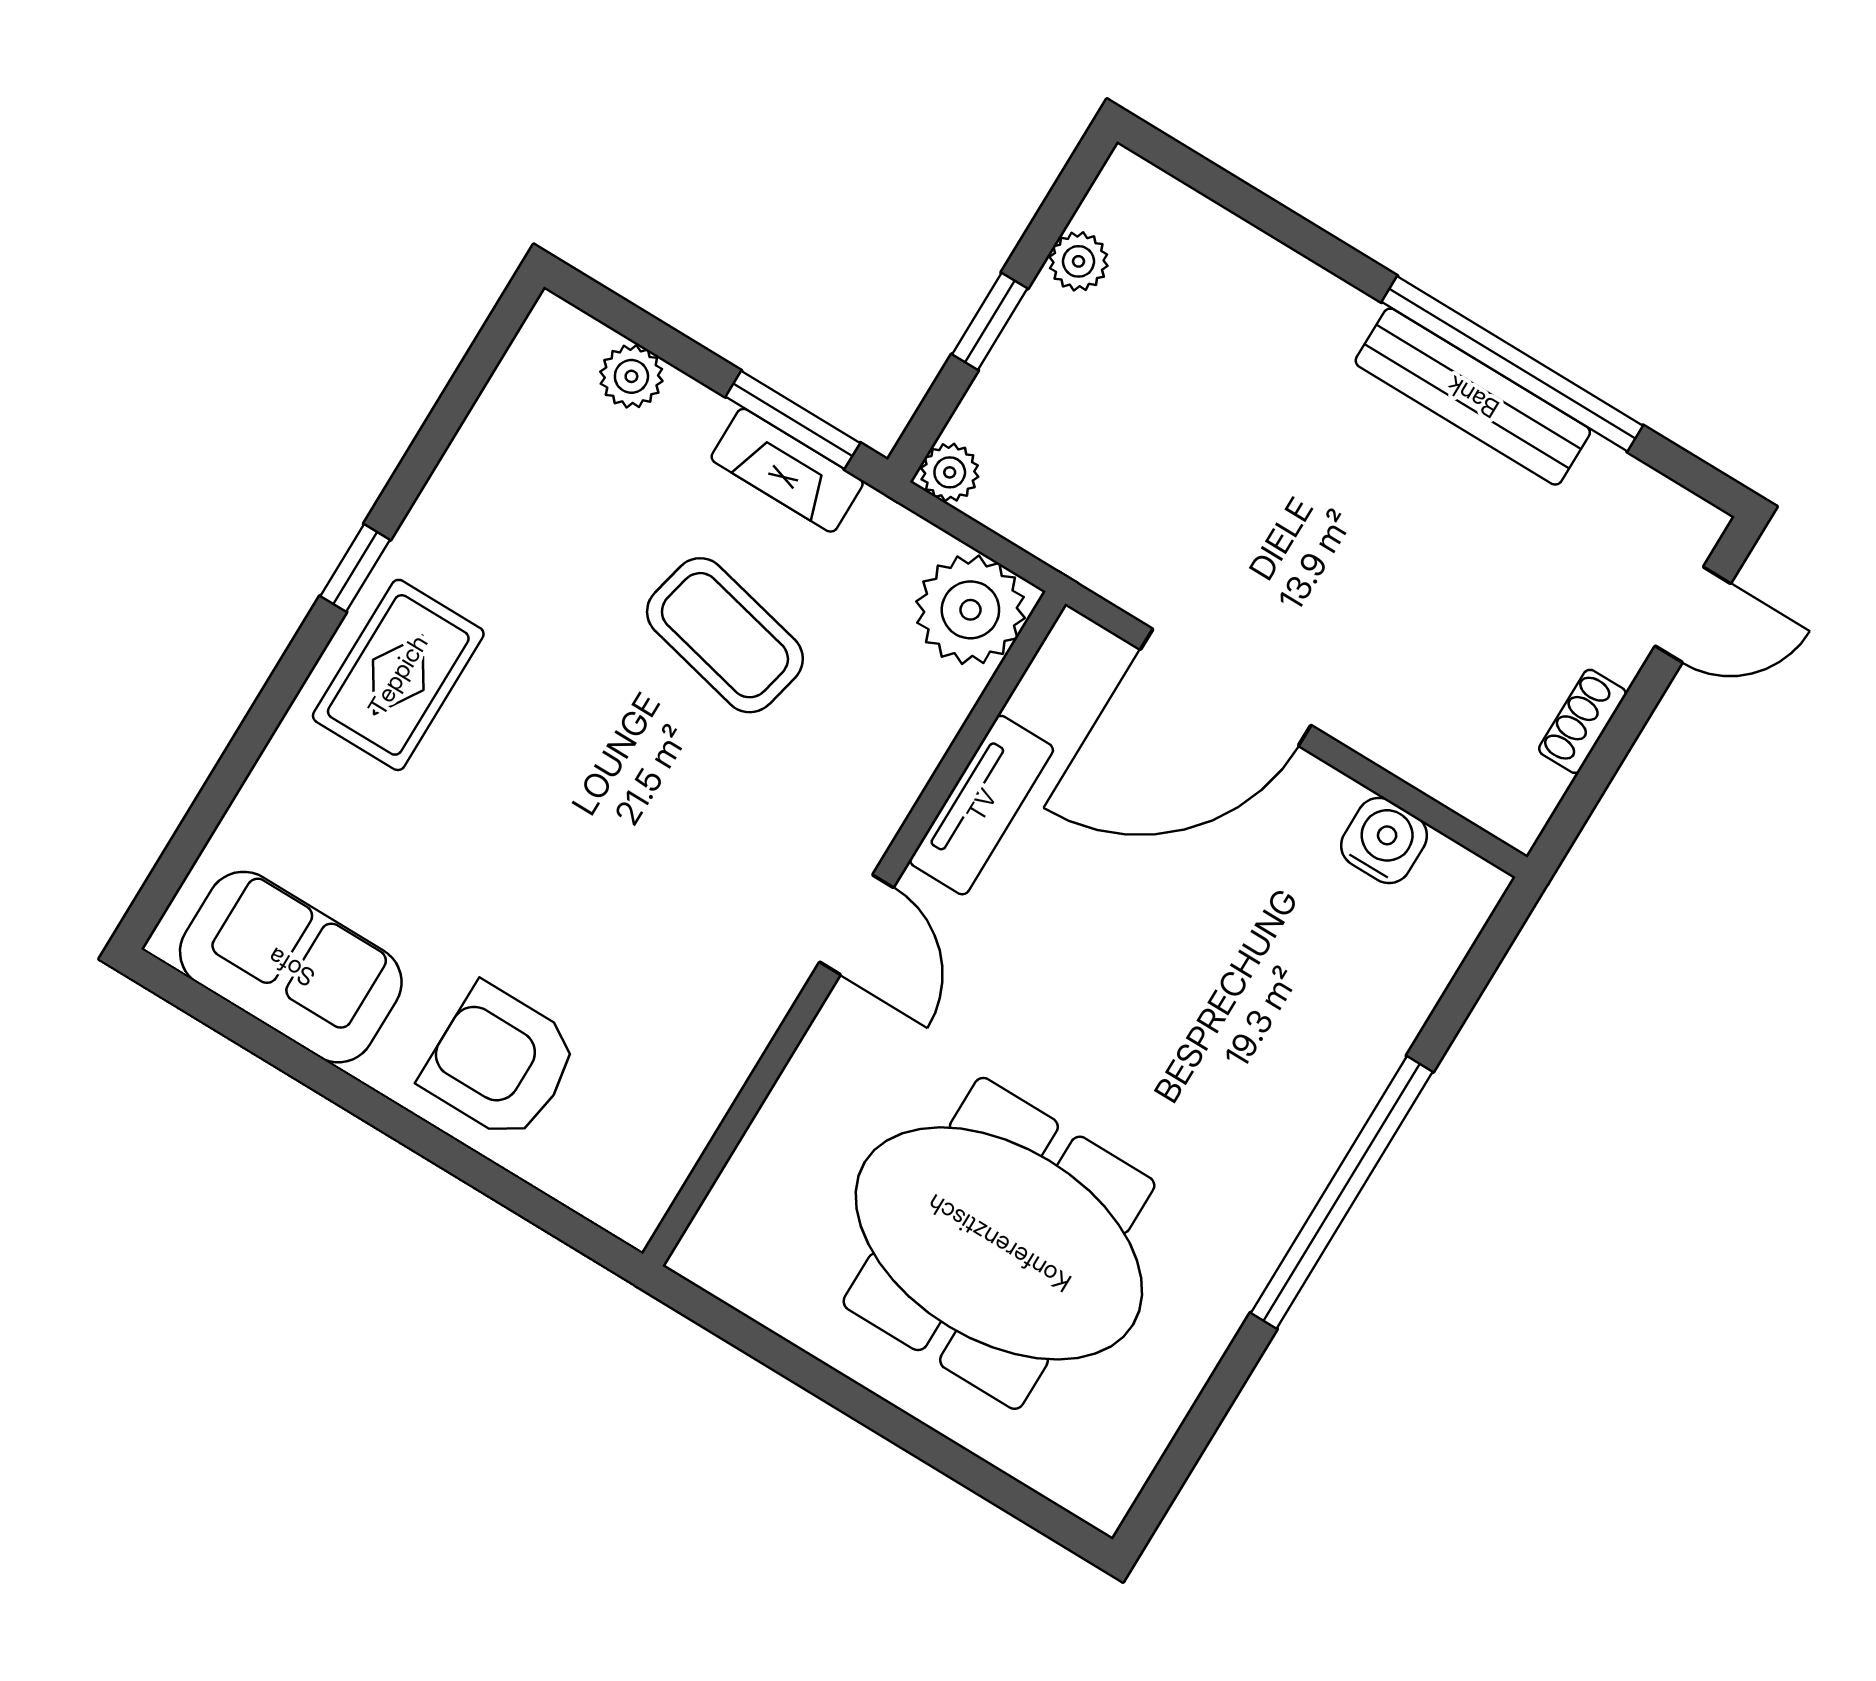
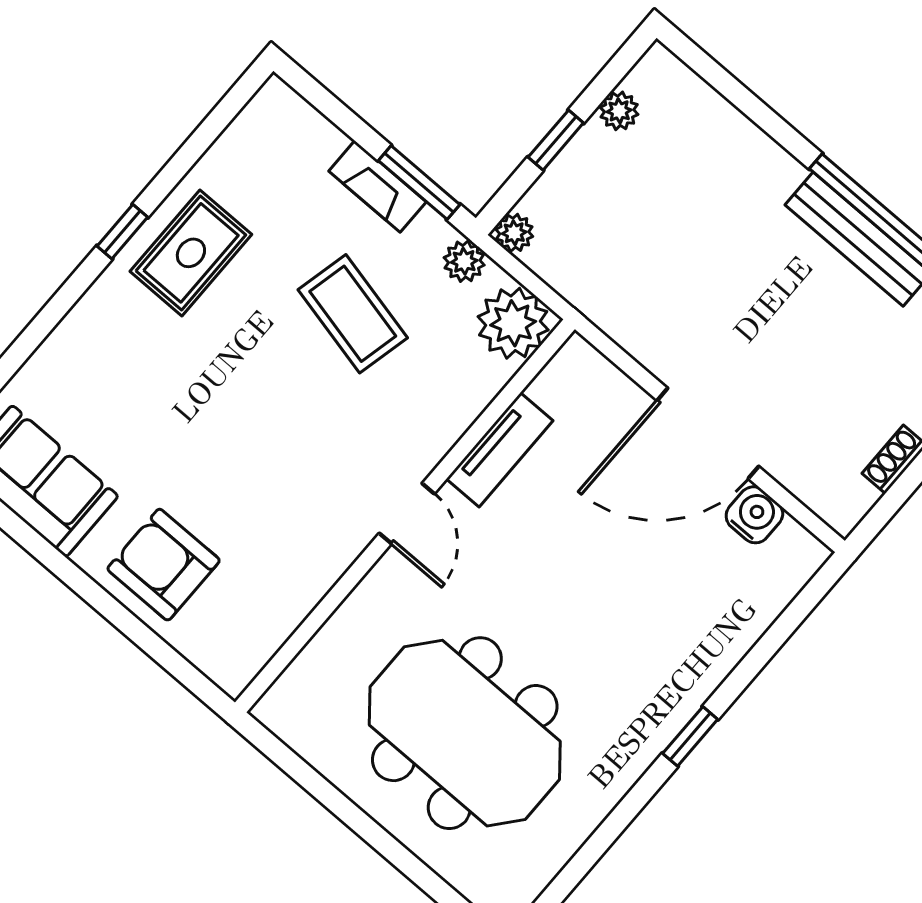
plant: (631, 376) -> (464, 261), moved
fireplace: (787, 470) -> (377, 186), moved
rug: (398, 675) -> (191, 253), moved
door: (1226, 687) -> (708, 433), moved
window: (1342, 1192) -> (690, 736), width x0.32

